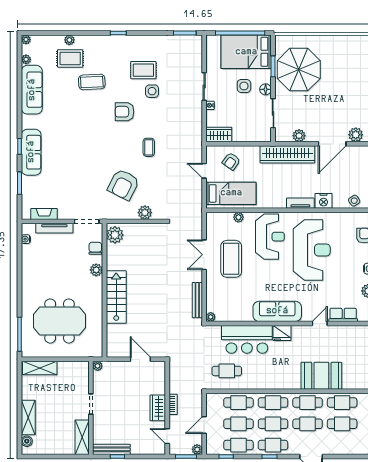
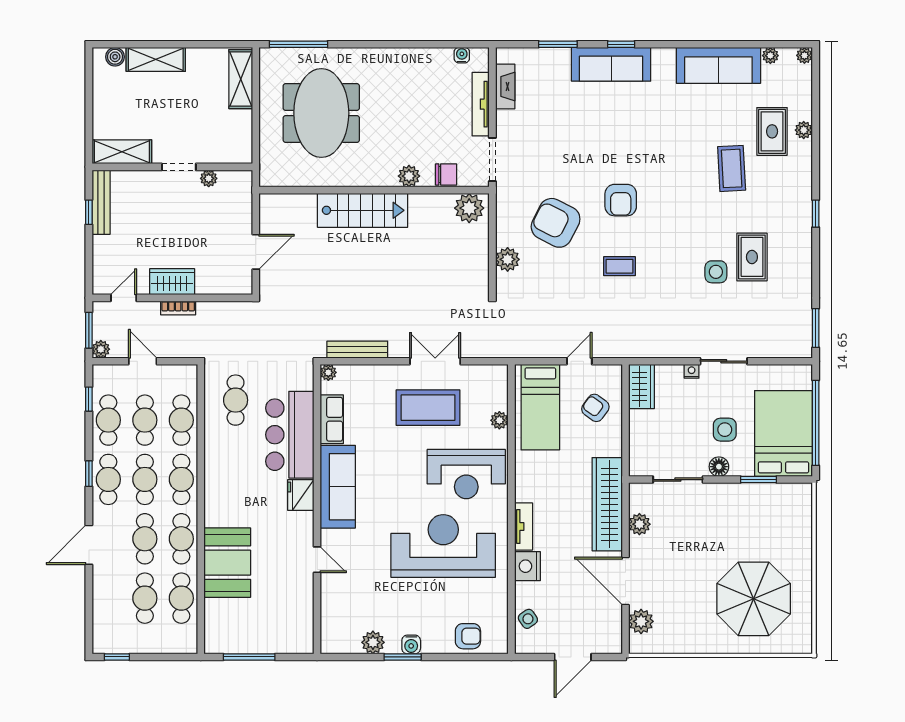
parasol: (299, 70) -> (754, 599), moved
armchair: (125, 112) -> (621, 200), moved, turned 180
reception desk: (312, 250) -> (443, 546), turned 180
row of seats: (343, 315) -> (332, 419), moved
plant: (98, 366) -> (209, 178), moved

